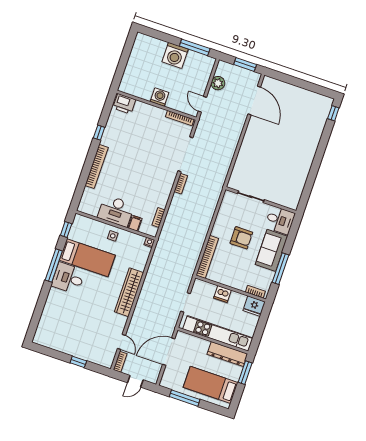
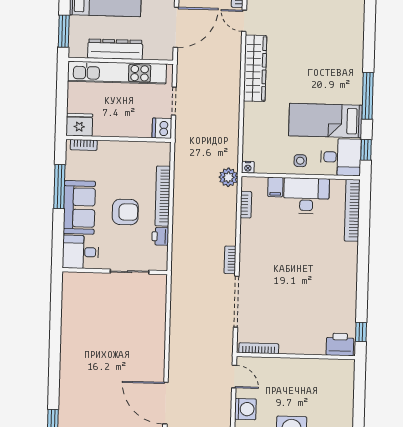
plant: (218, 83) -> (228, 177), moved
washing machine: (159, 97) -> (245, 409), moved, turned -90
window: (99, 133) -> (361, 332), moved
bookcase: (97, 166) -> (352, 210), moved
printer: (223, 214) -> (160, 236), added
armchair: (241, 238) -> (125, 212), turned 180
bookcase: (207, 257) -> (163, 196), moved
desk: (68, 278) -> (341, 157), moved
wardrobe: (129, 292) -> (255, 68), moved
dishwasher: (222, 294) -> (162, 128), moved, turned -90
dresser: (227, 354) -> (115, 49), moved

